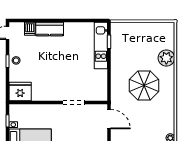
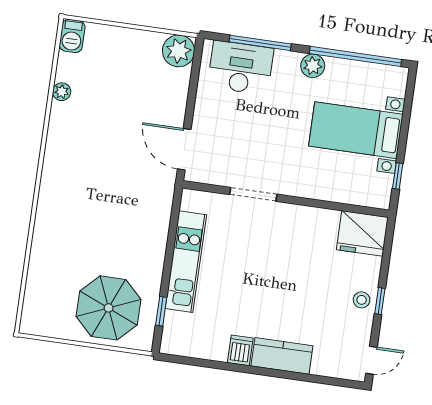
dishwasher: (30, 29) -> (240, 350), moved
kitchen unit: (101, 45) -> (186, 262), moved
plant: (166, 58) -> (46, 260), removed
parasol: (144, 86) -> (109, 308), moved

